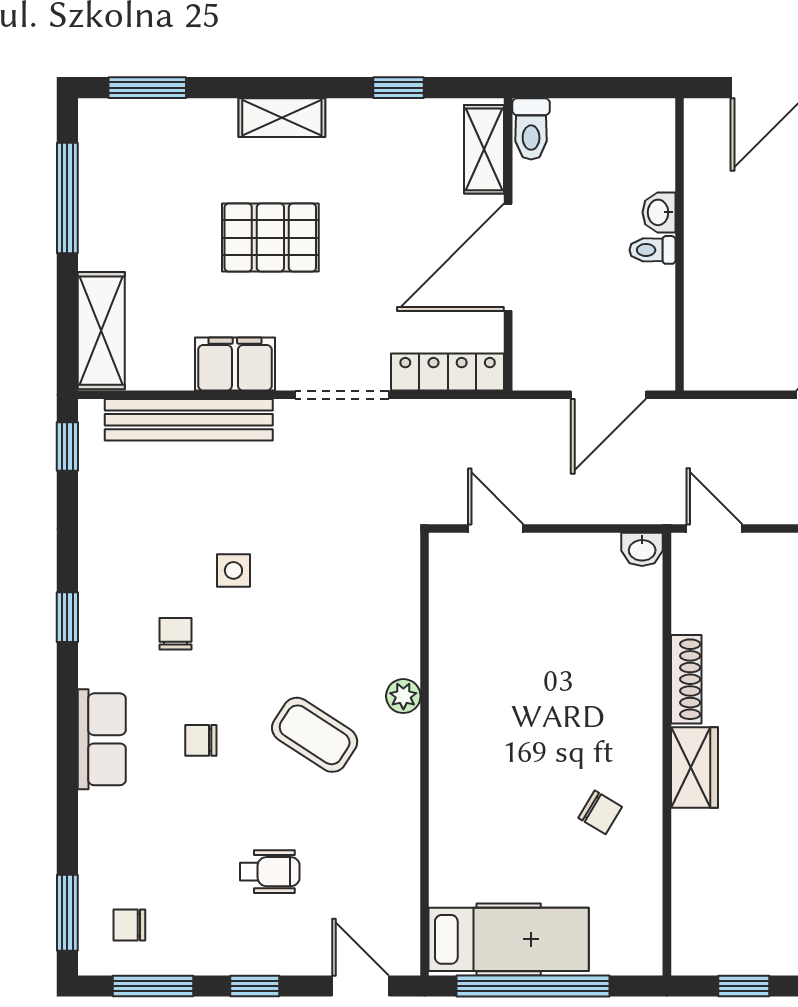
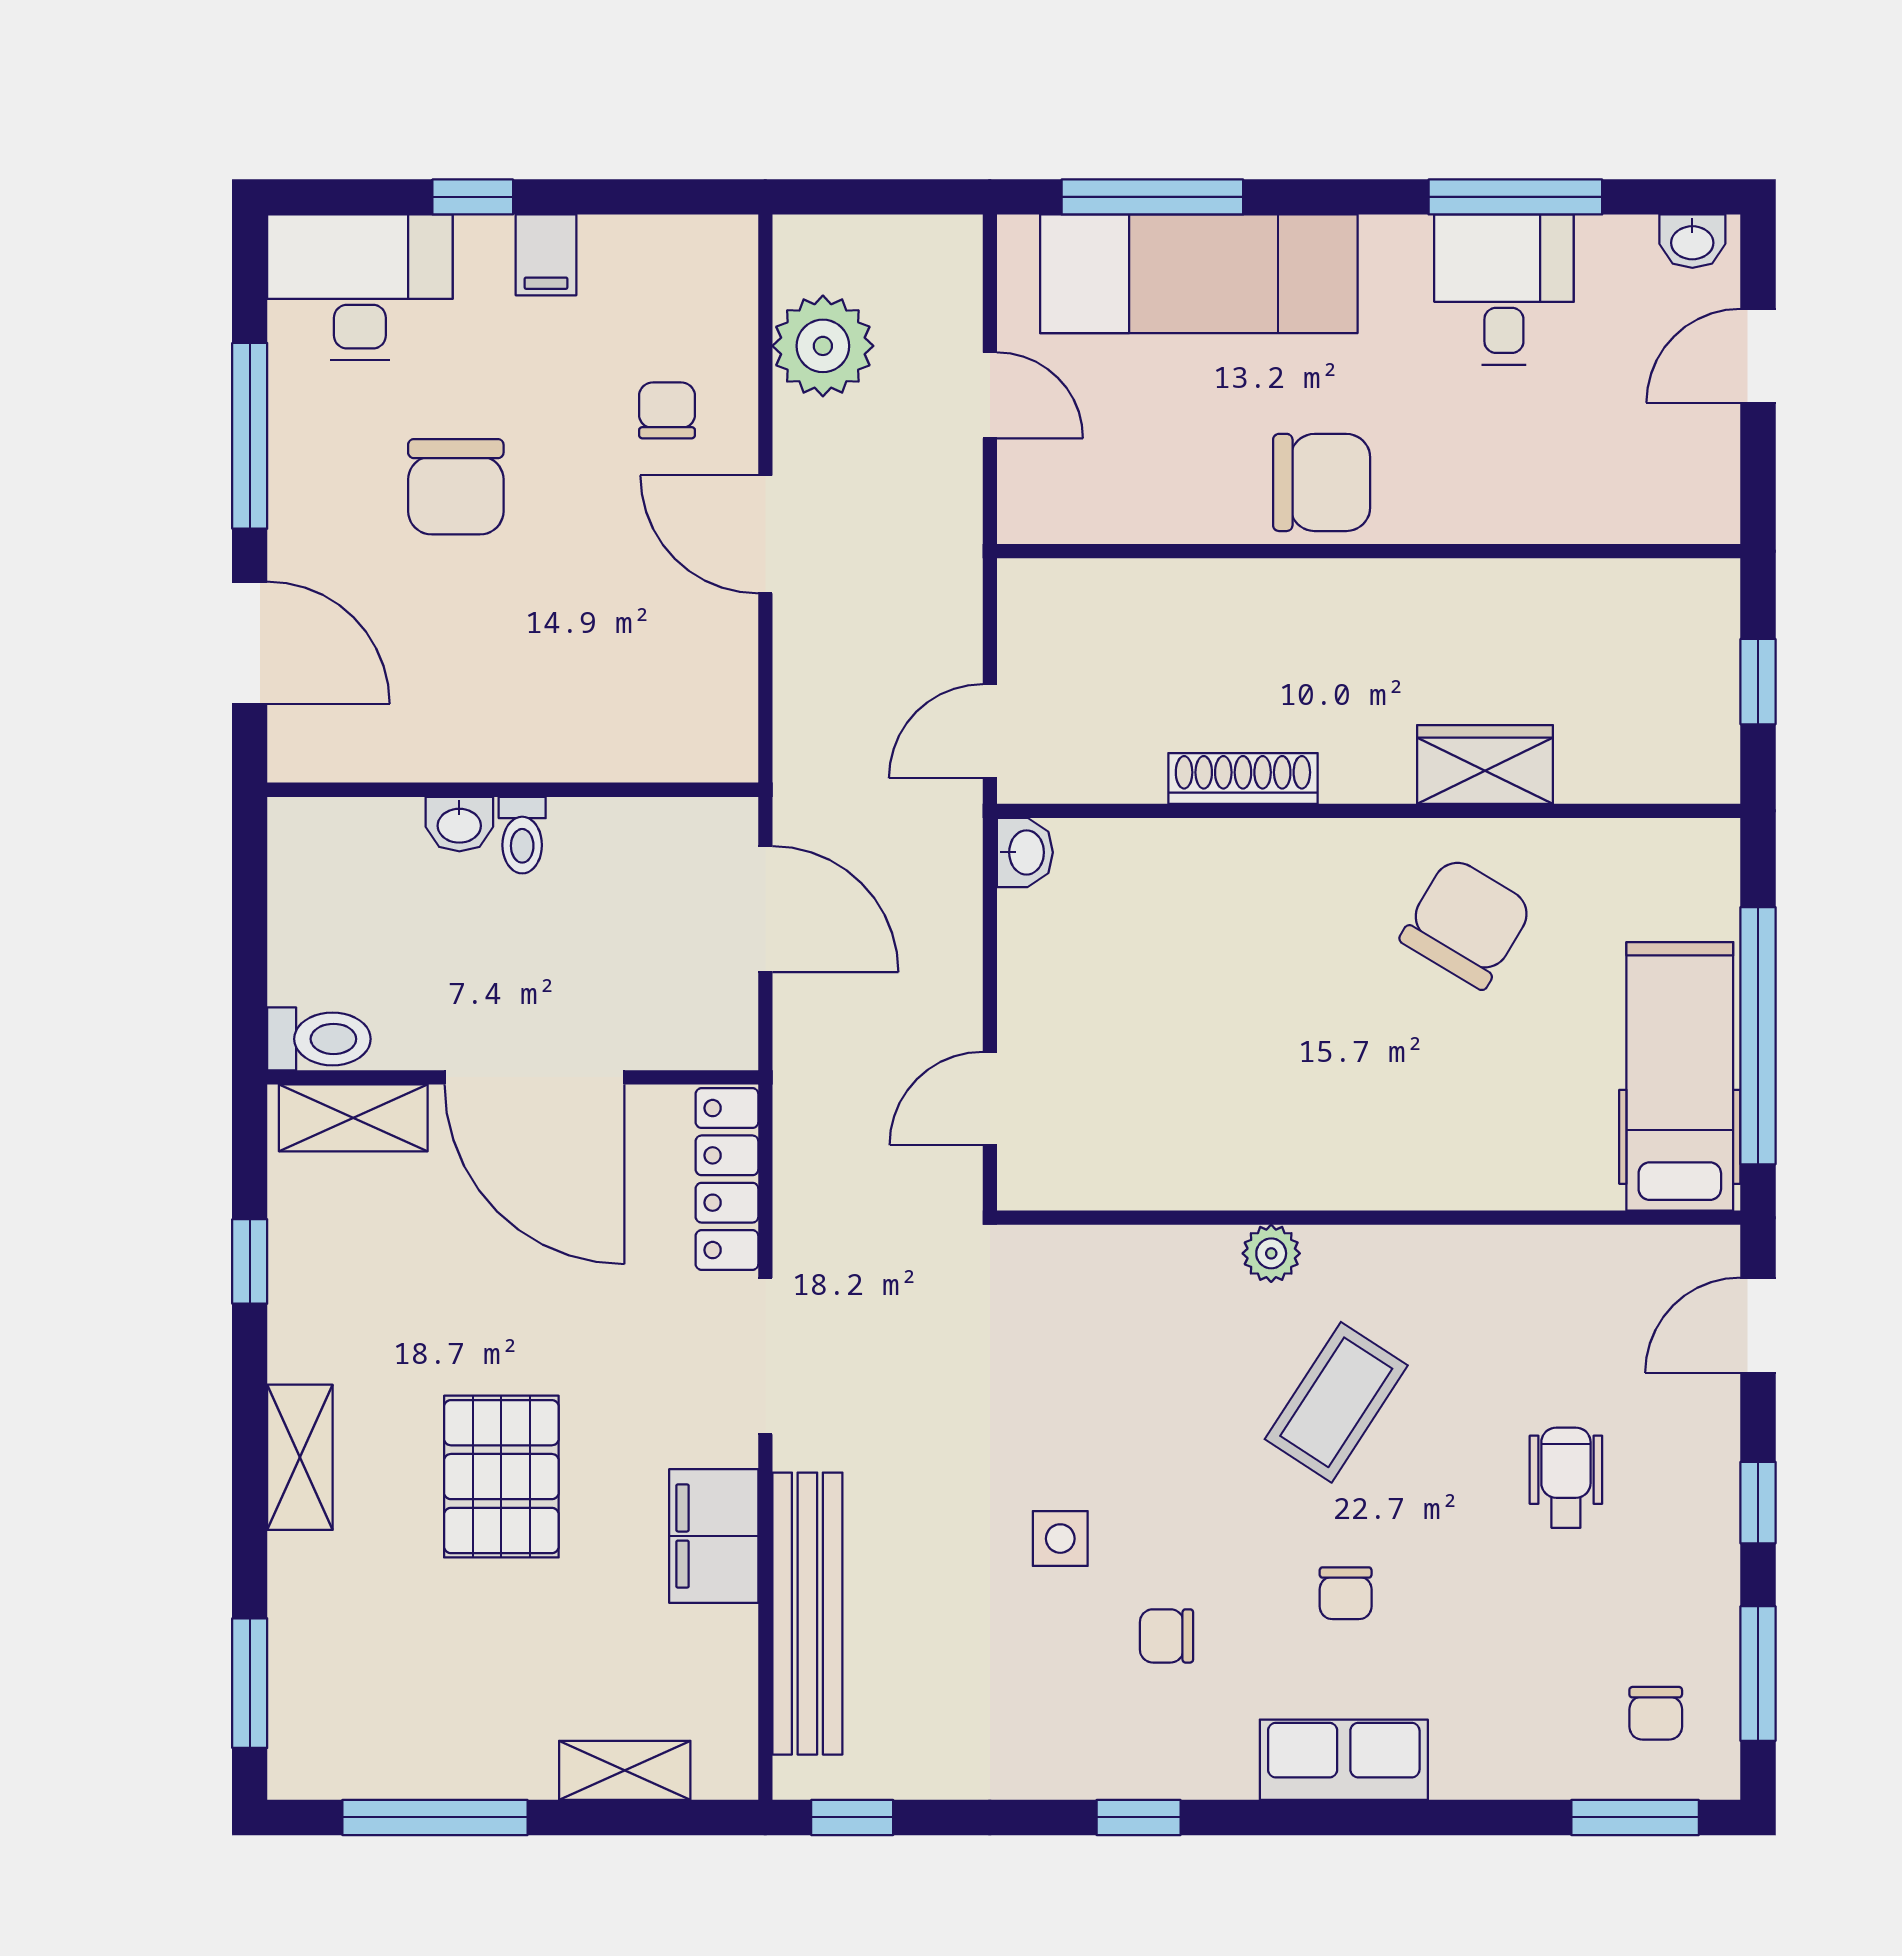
shelving: (101, 331) -> (625, 1770), width x0.67, depth x0.75
wardrobe: (695, 767) -> (1485, 764), moved
chair: (600, 812) -> (1466, 923), width x1.87, depth x1.87

